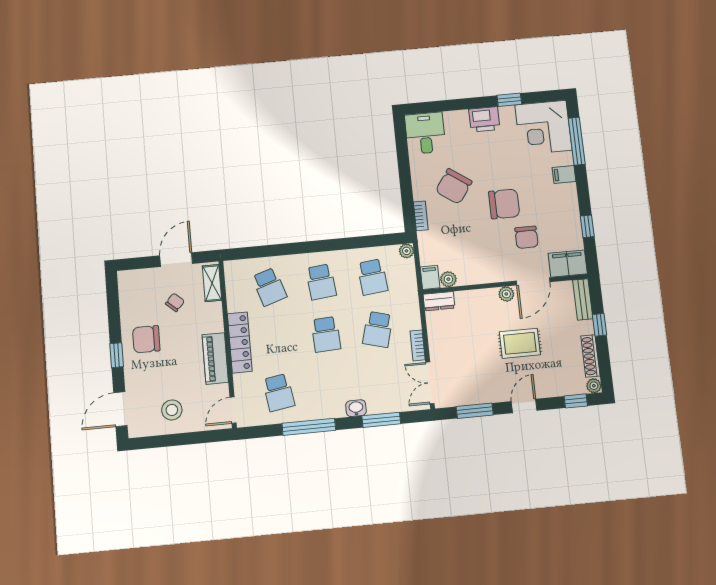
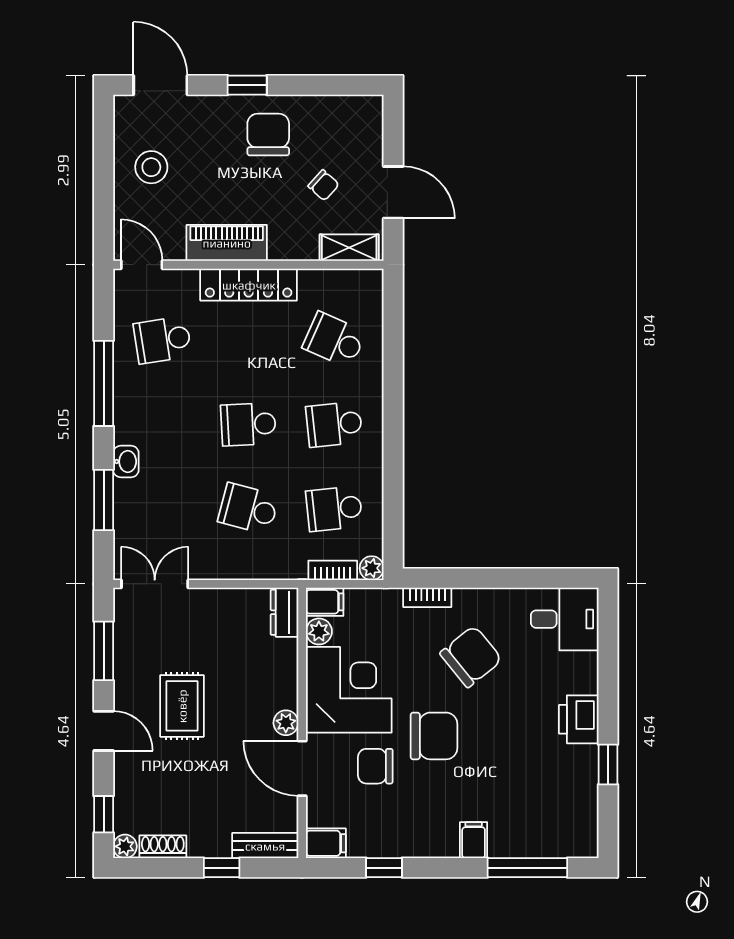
corner desk: (543, 127) -> (349, 690), moved, turned 90
chair: (454, 186) -> (471, 657), turned 106
chair: (504, 204) -> (434, 736), turned -90
filing cabinet: (568, 264) -> (326, 843), width x0.50
school desk: (269, 287) -> (334, 340), turned 42
rug: (520, 343) -> (182, 706), moved
bookcase: (418, 345) -> (333, 570), moved
shoe rack: (590, 356) -> (163, 847), width x0.70

